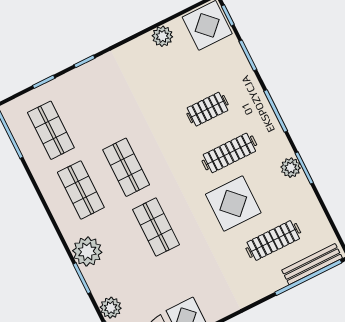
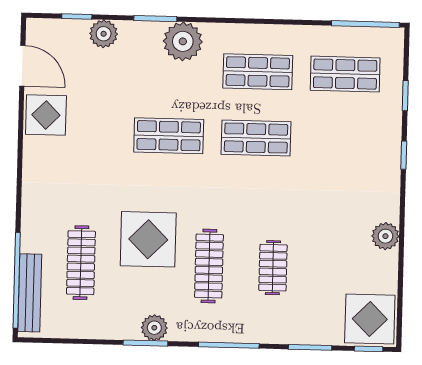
plant: (162, 36) -> (385, 236), moved

